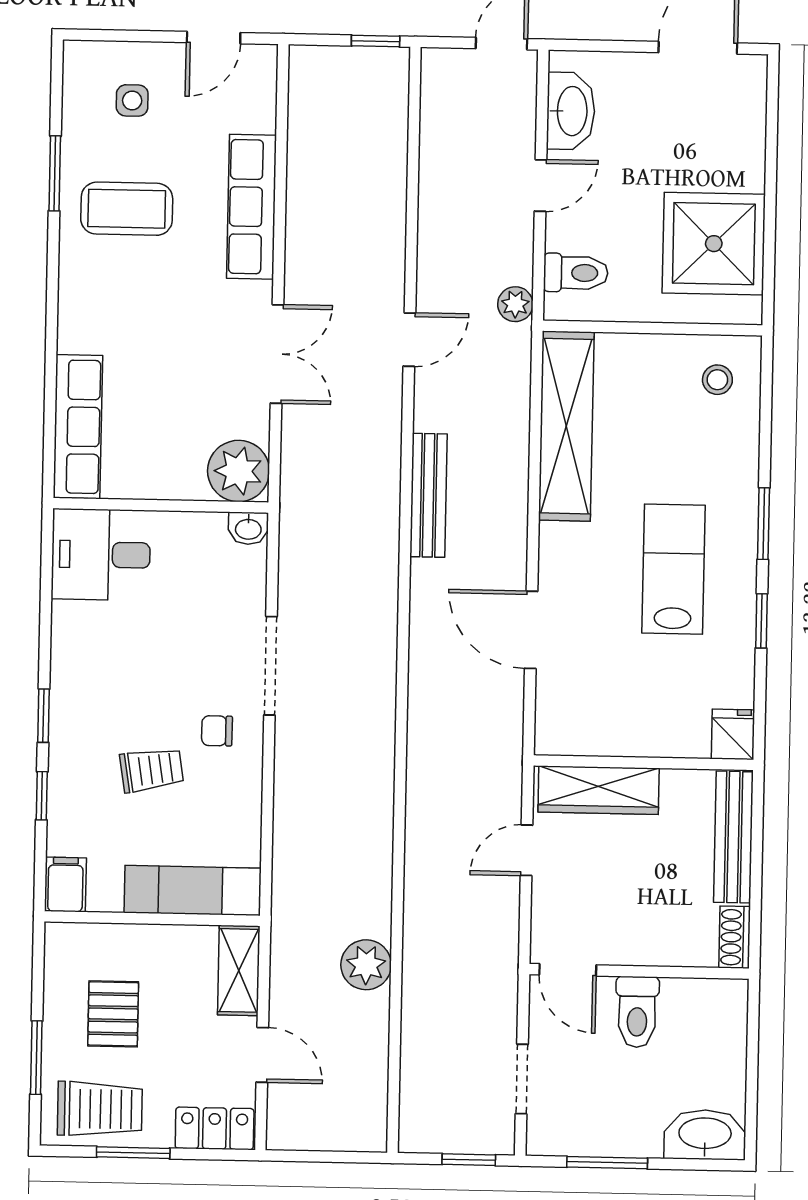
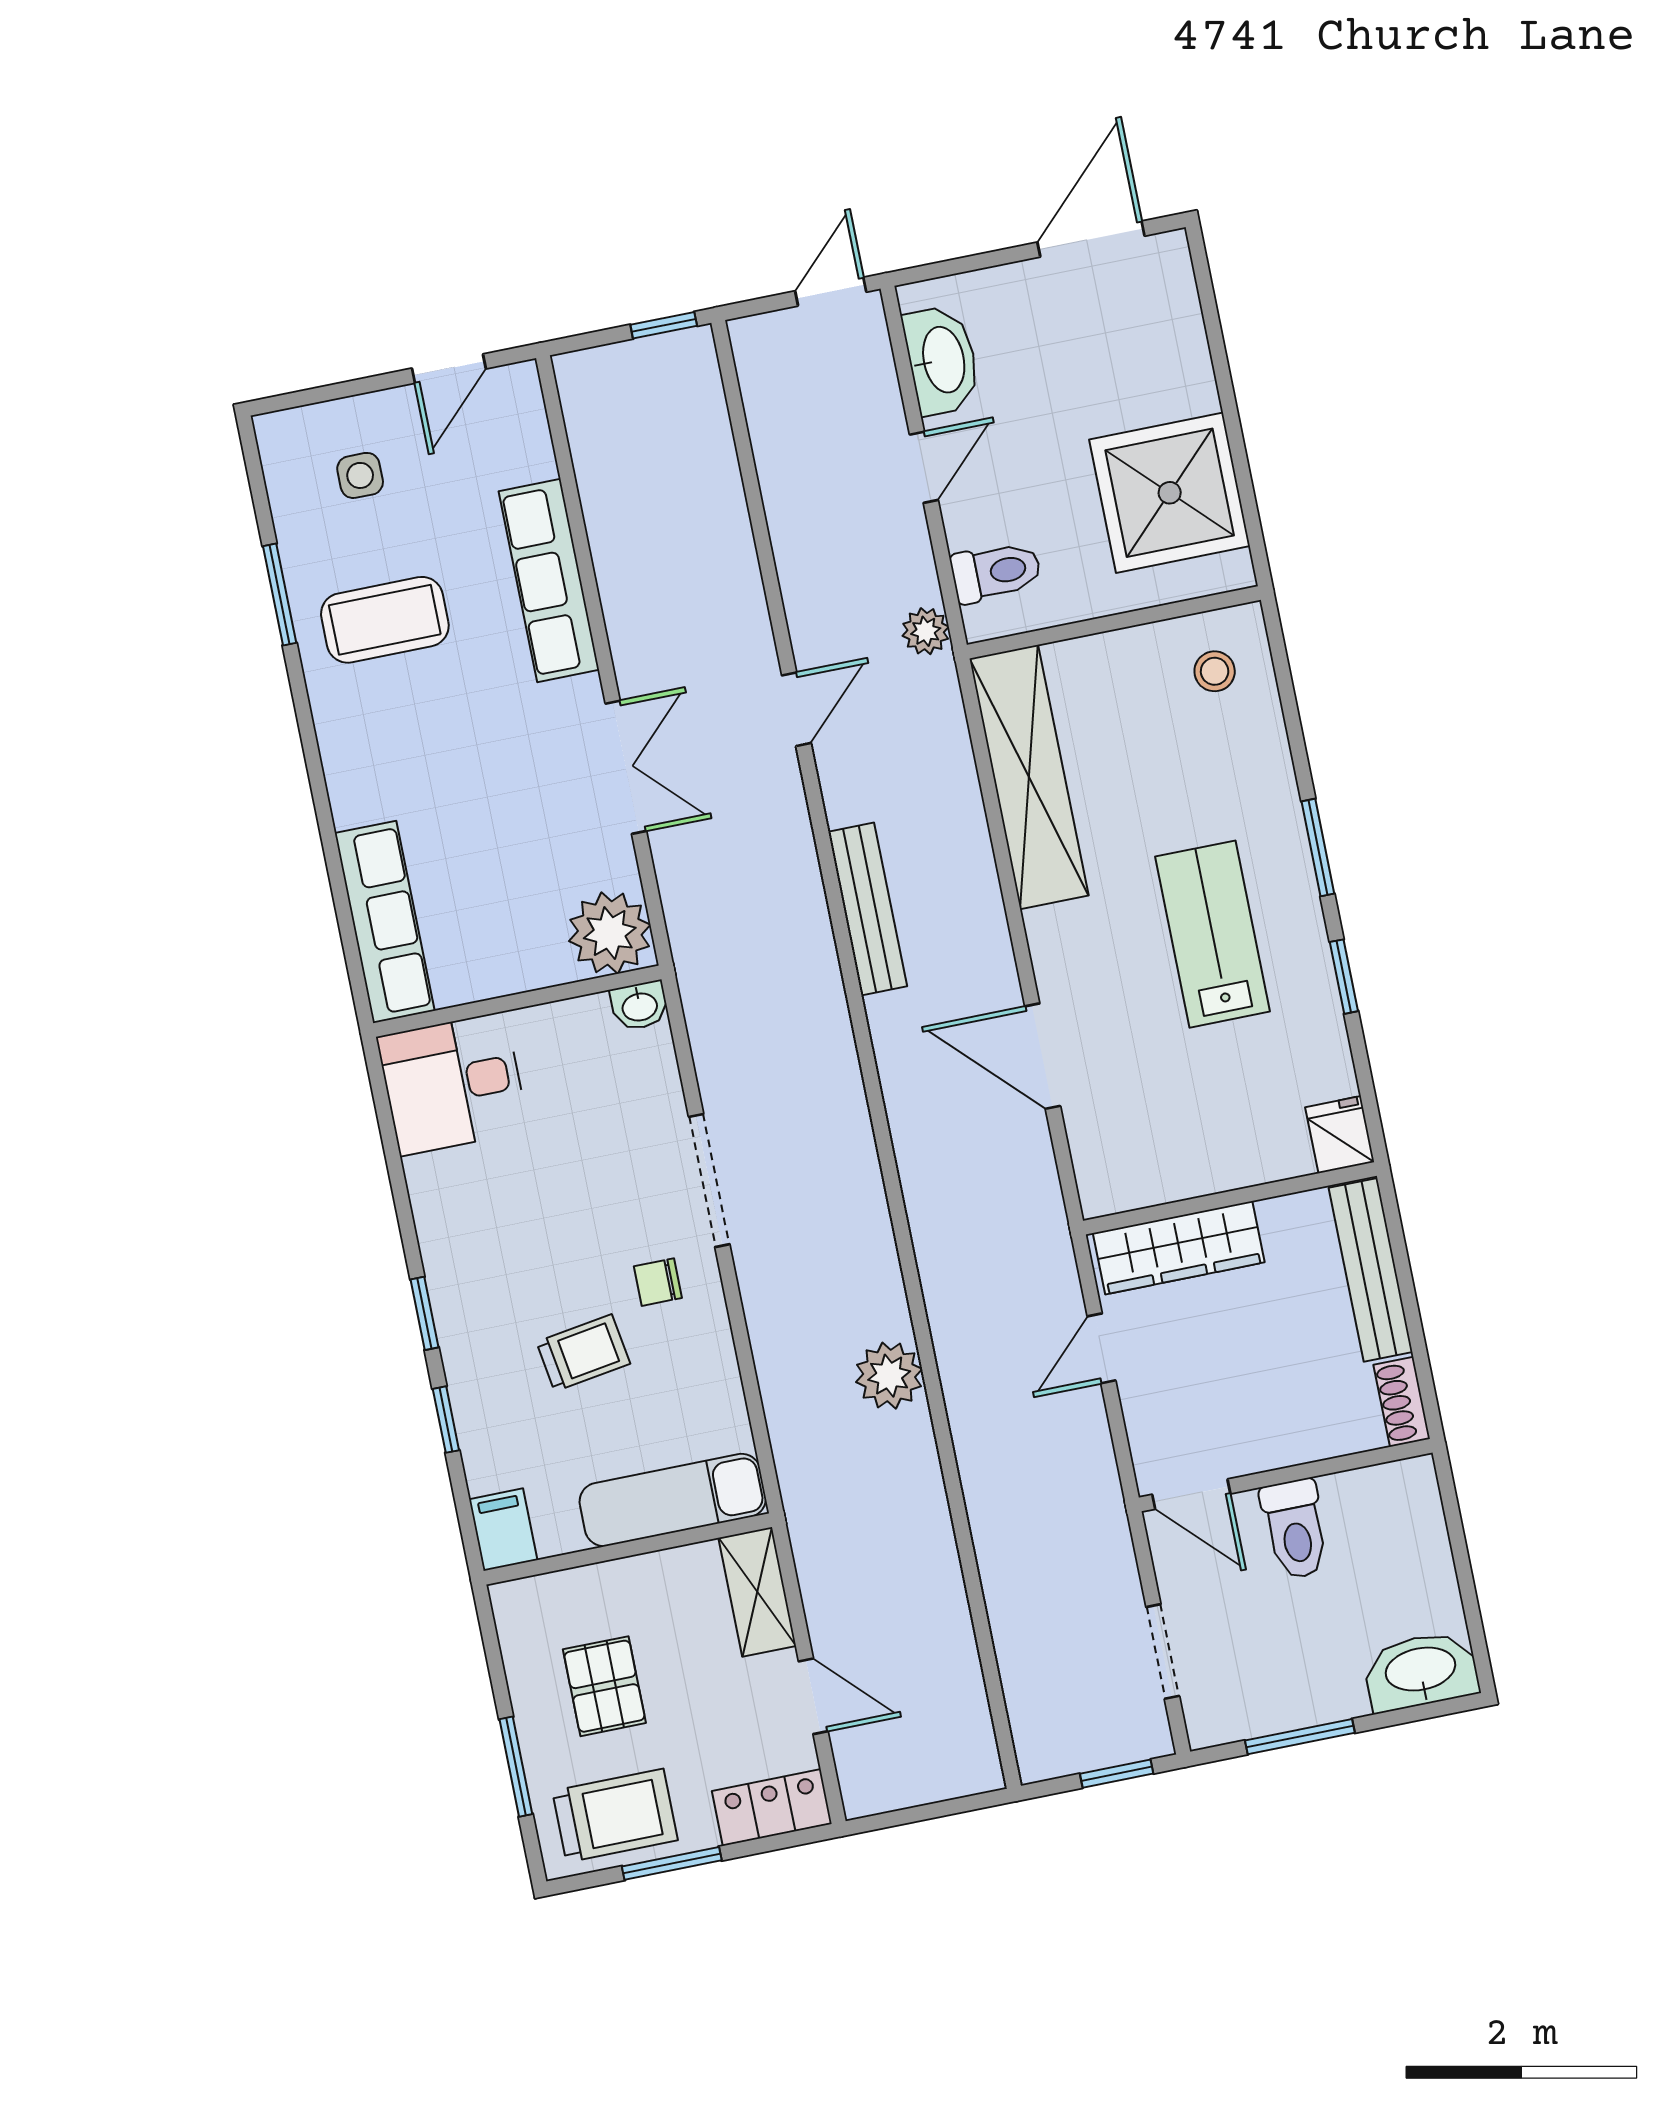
plant: (366, 965) -> (889, 1376), moved

